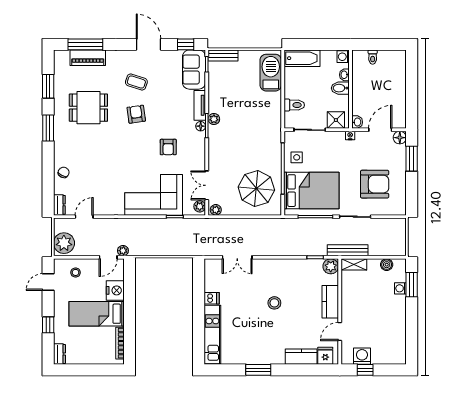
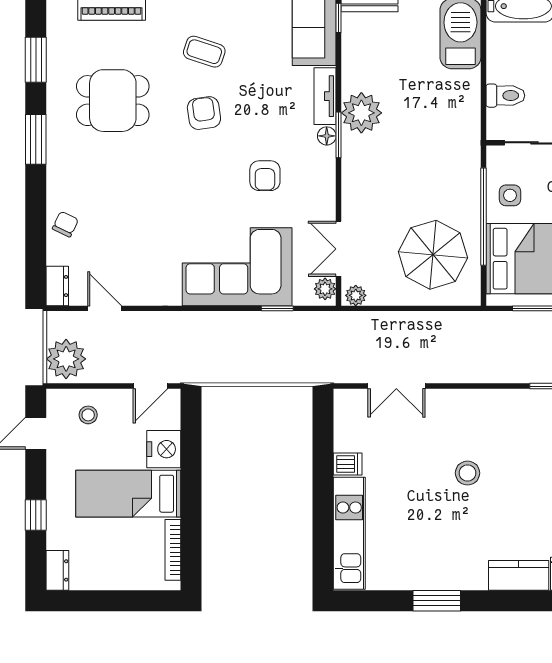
plant: (214, 119) -> (361, 113), width x1.87, depth x1.87
door: (84, 217) -> (105, 308), hinge flipped
plant: (123, 251) -> (179, 373), removed

